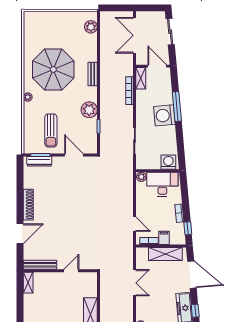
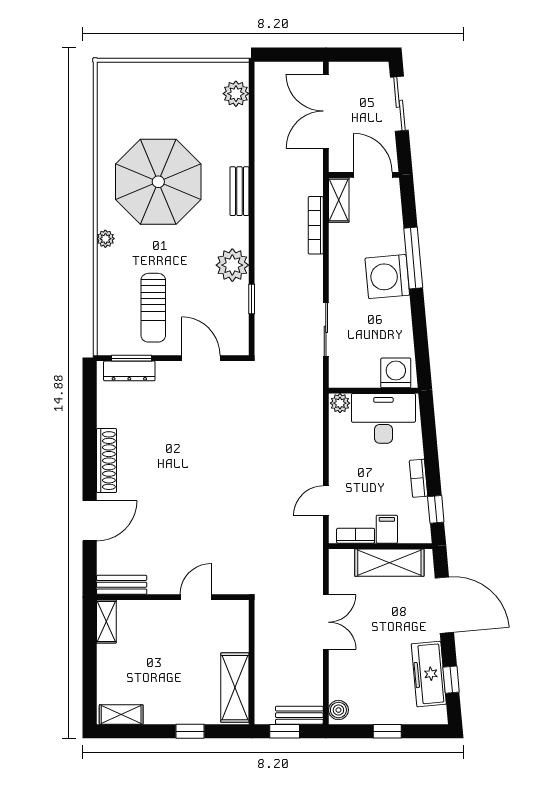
door: (135, 224) -> (326, 501), swing flipped
bench: (40, 265) -> (122, 585), width x0.73

